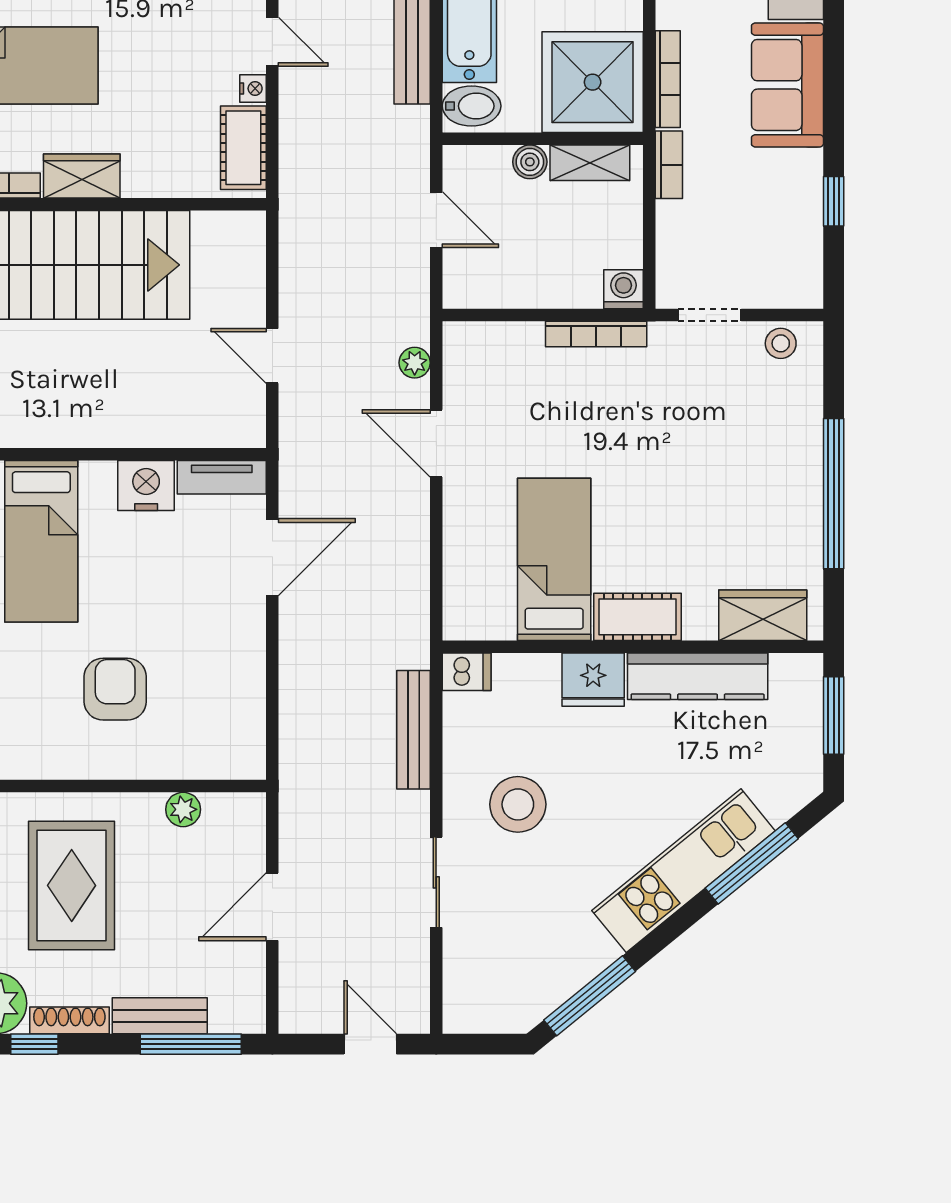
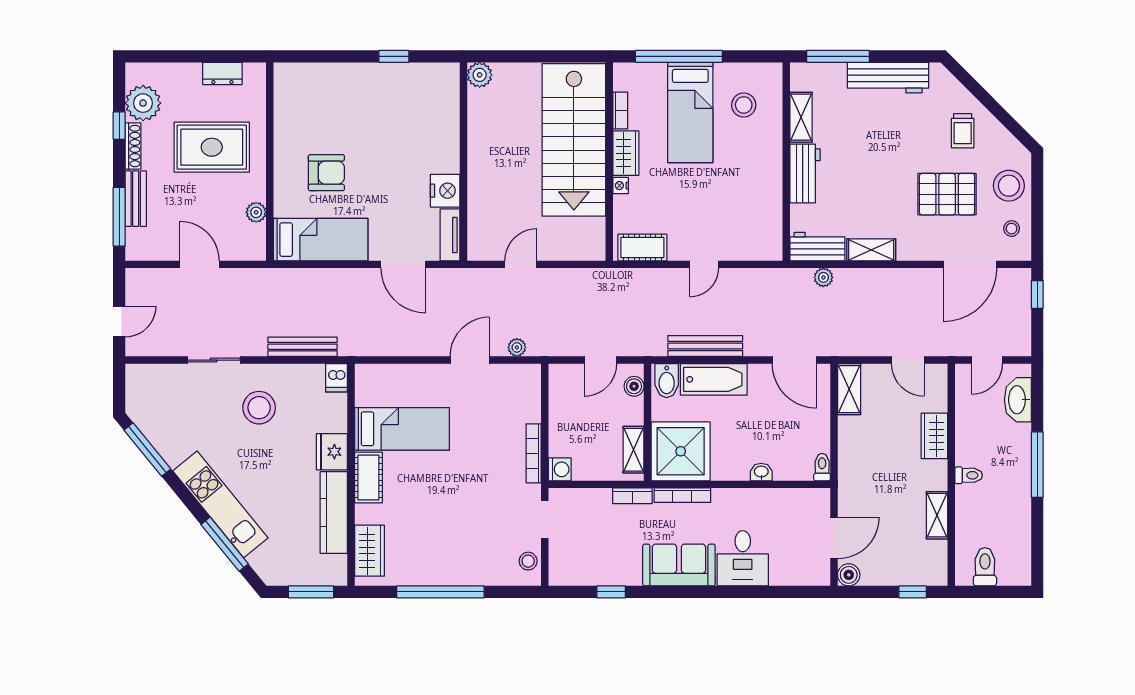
nightstand: (253, 89) -> (621, 186), moved, turned 90
boiler: (530, 162) -> (634, 386), moved
bed: (41, 541) -> (321, 240), moved, turned 180

